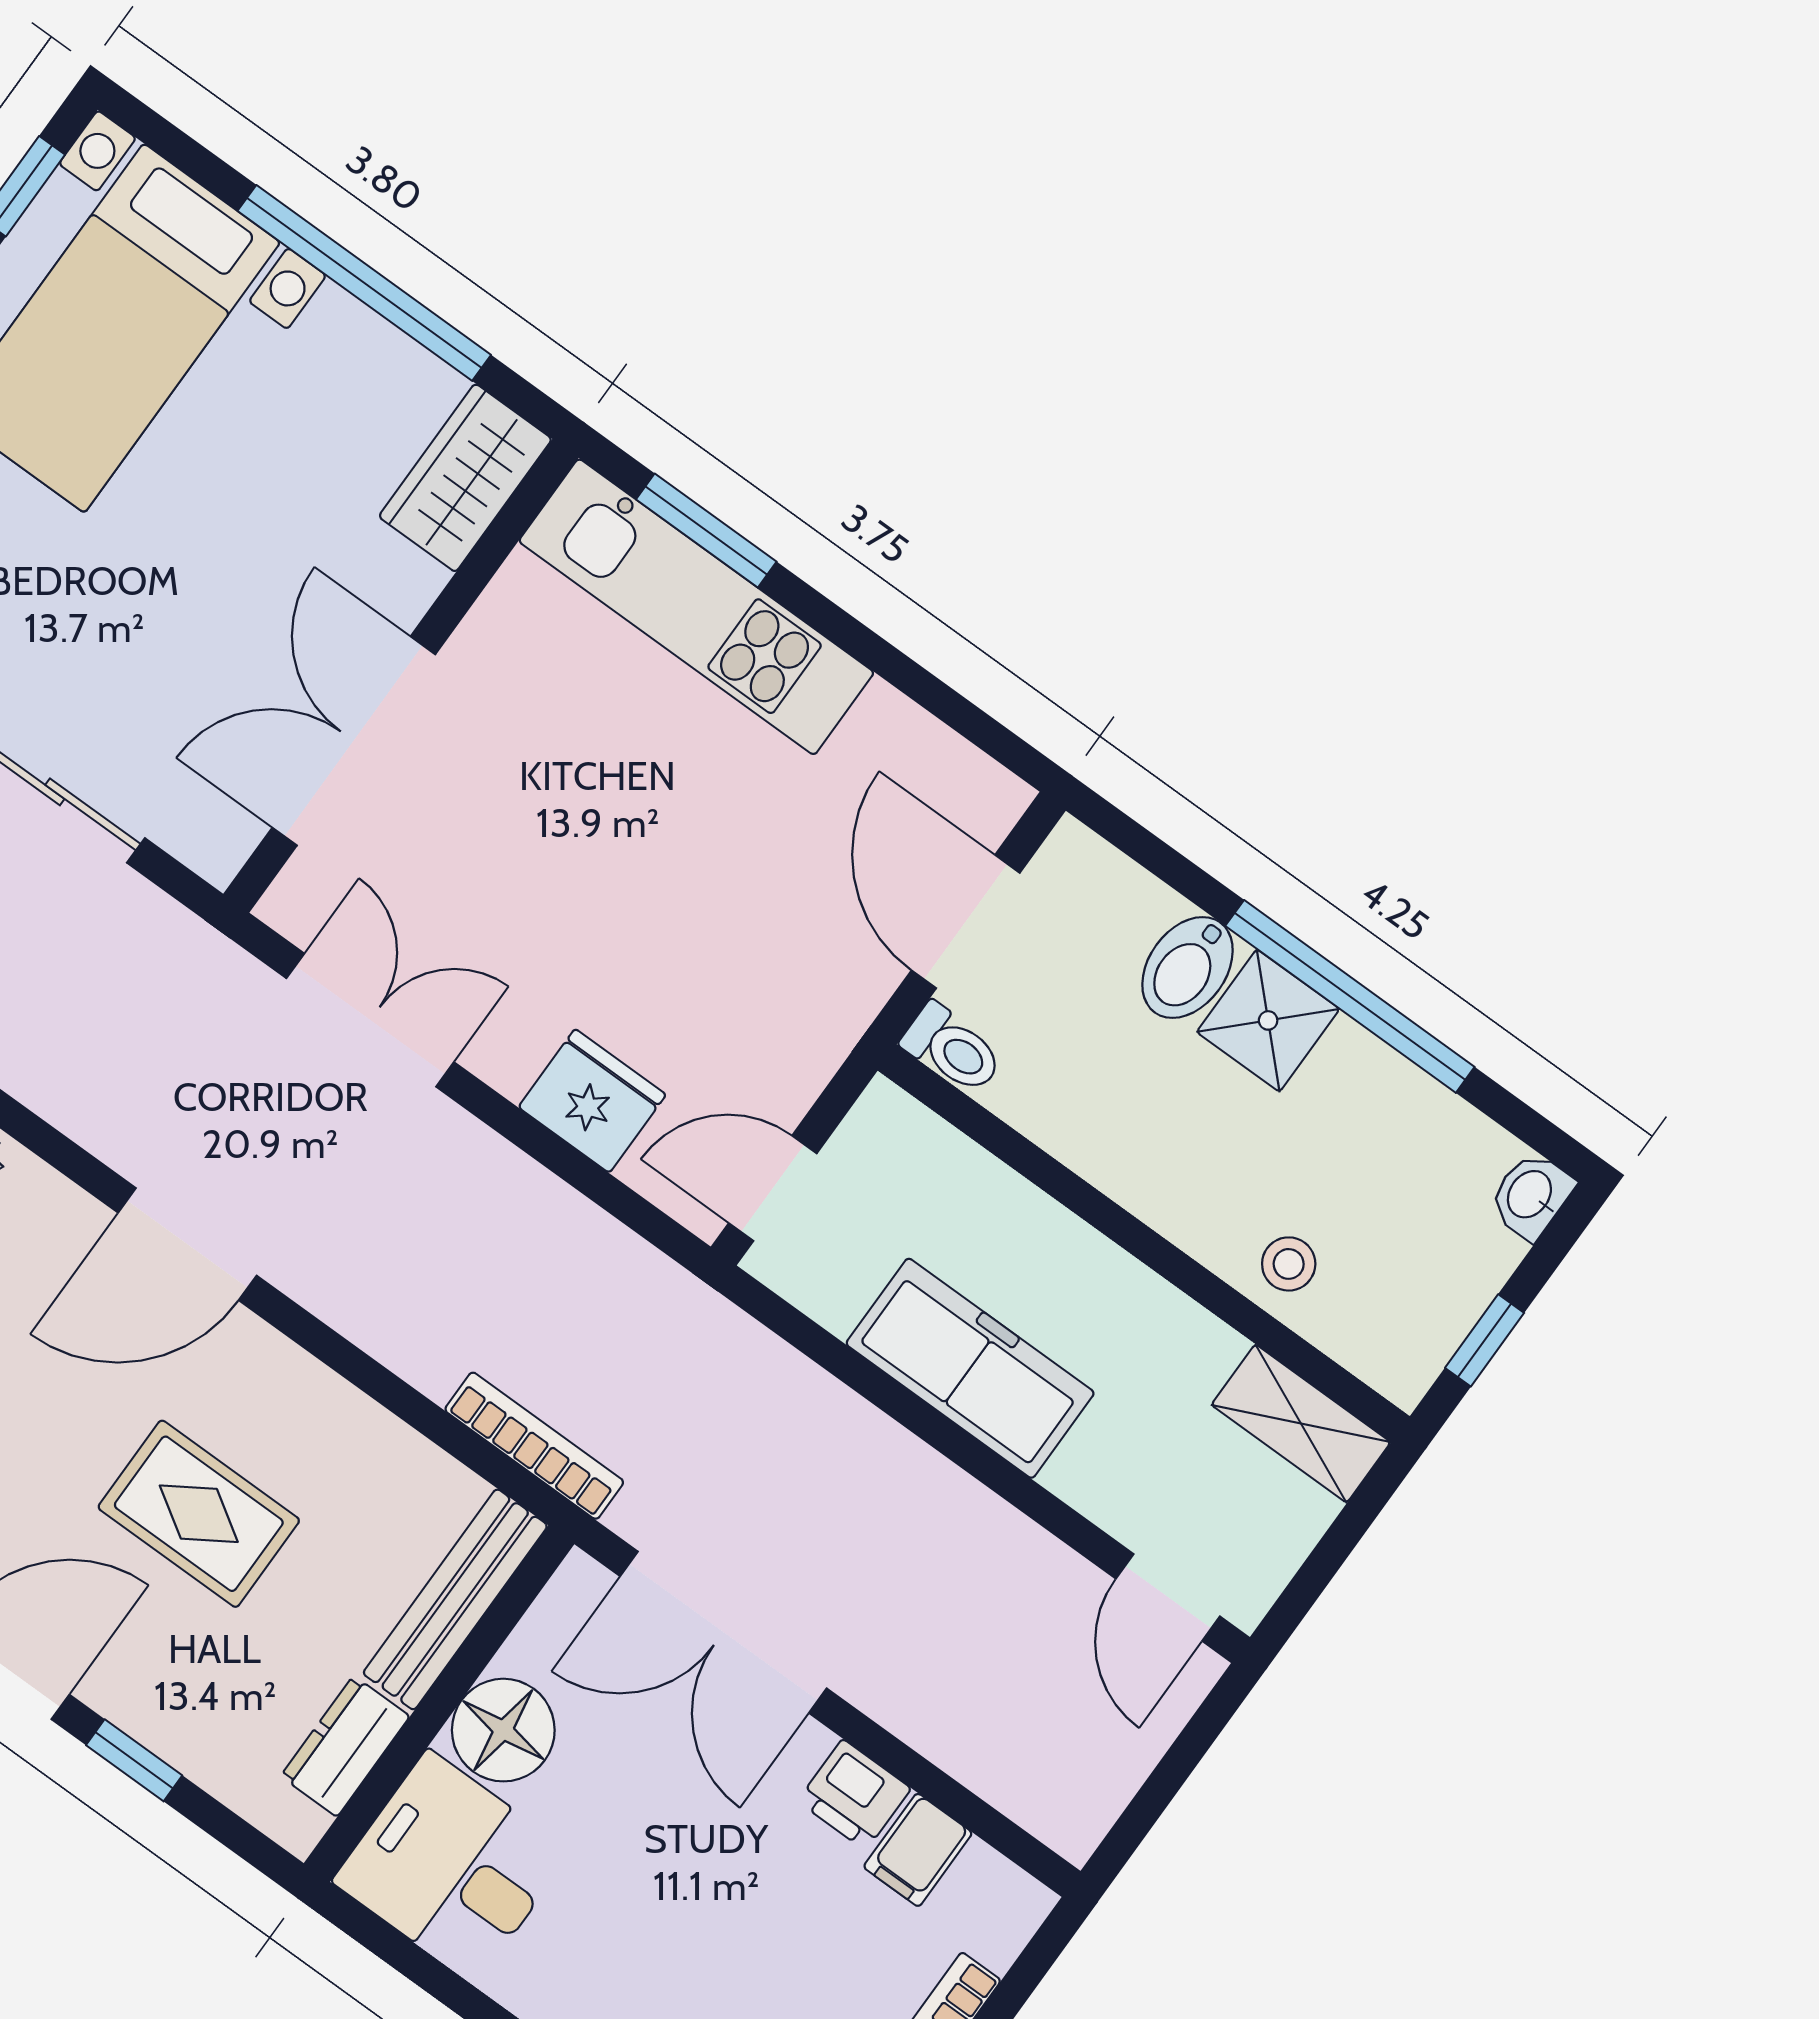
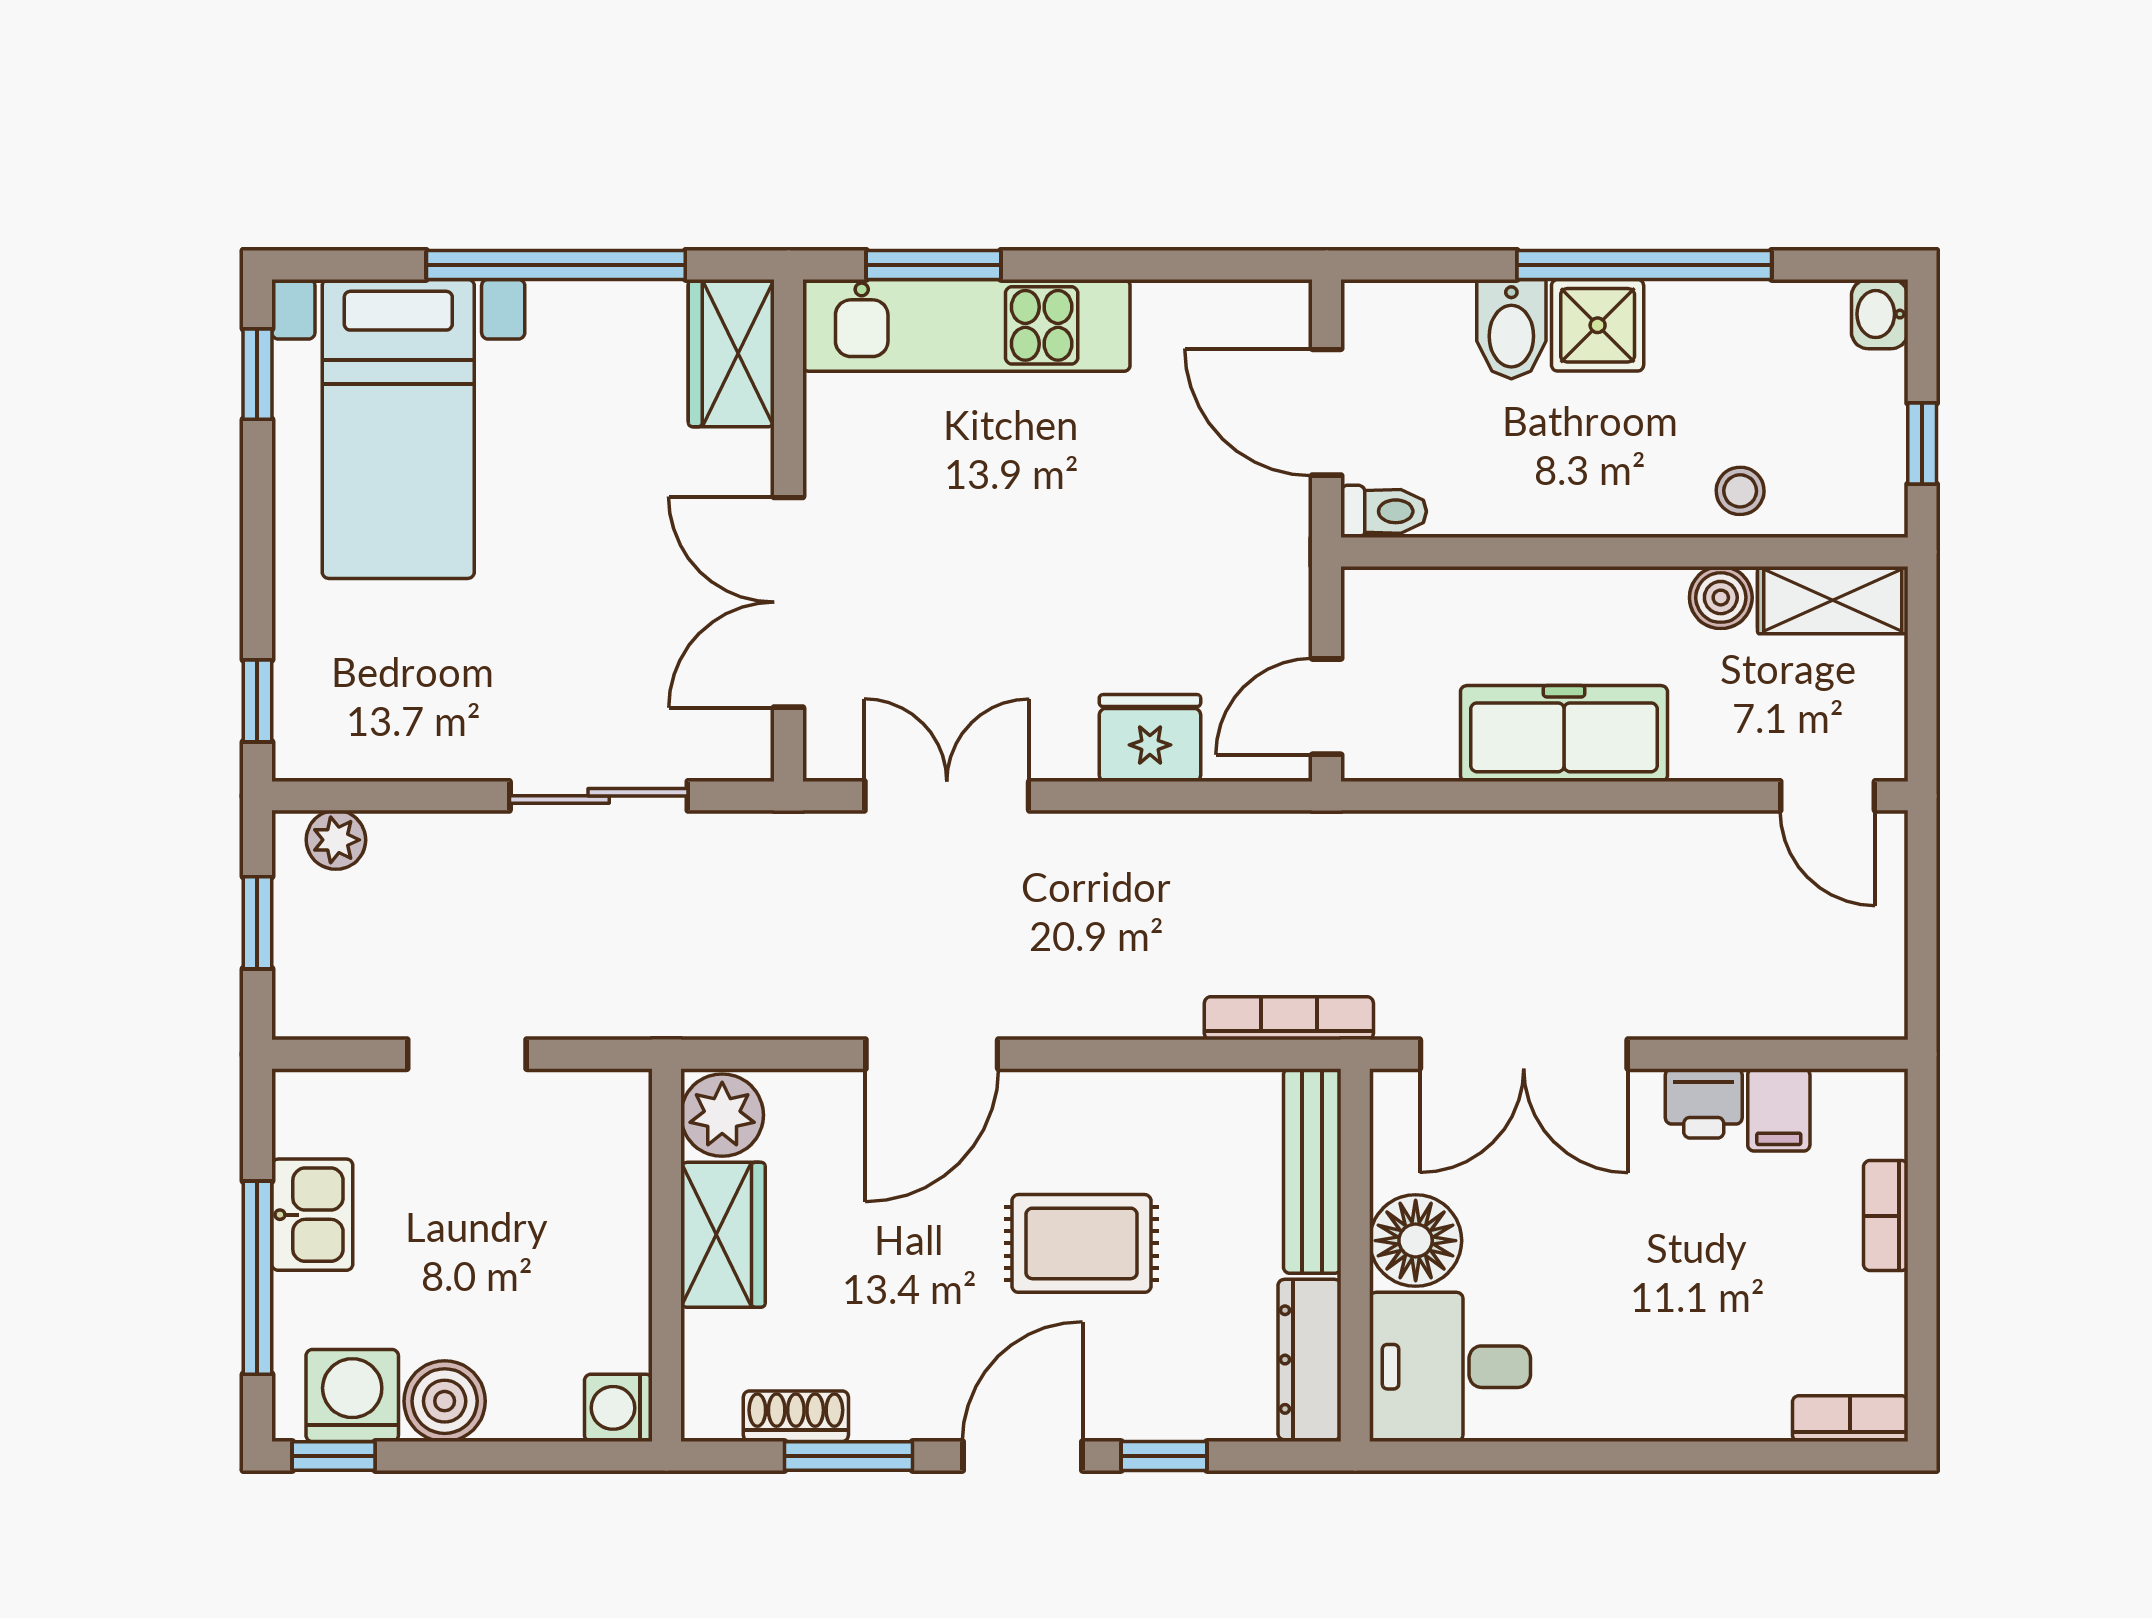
boiler: (1201, 1348) -> (1721, 598), added
dresser: (345, 1746) -> (1309, 1360), width x1.44

